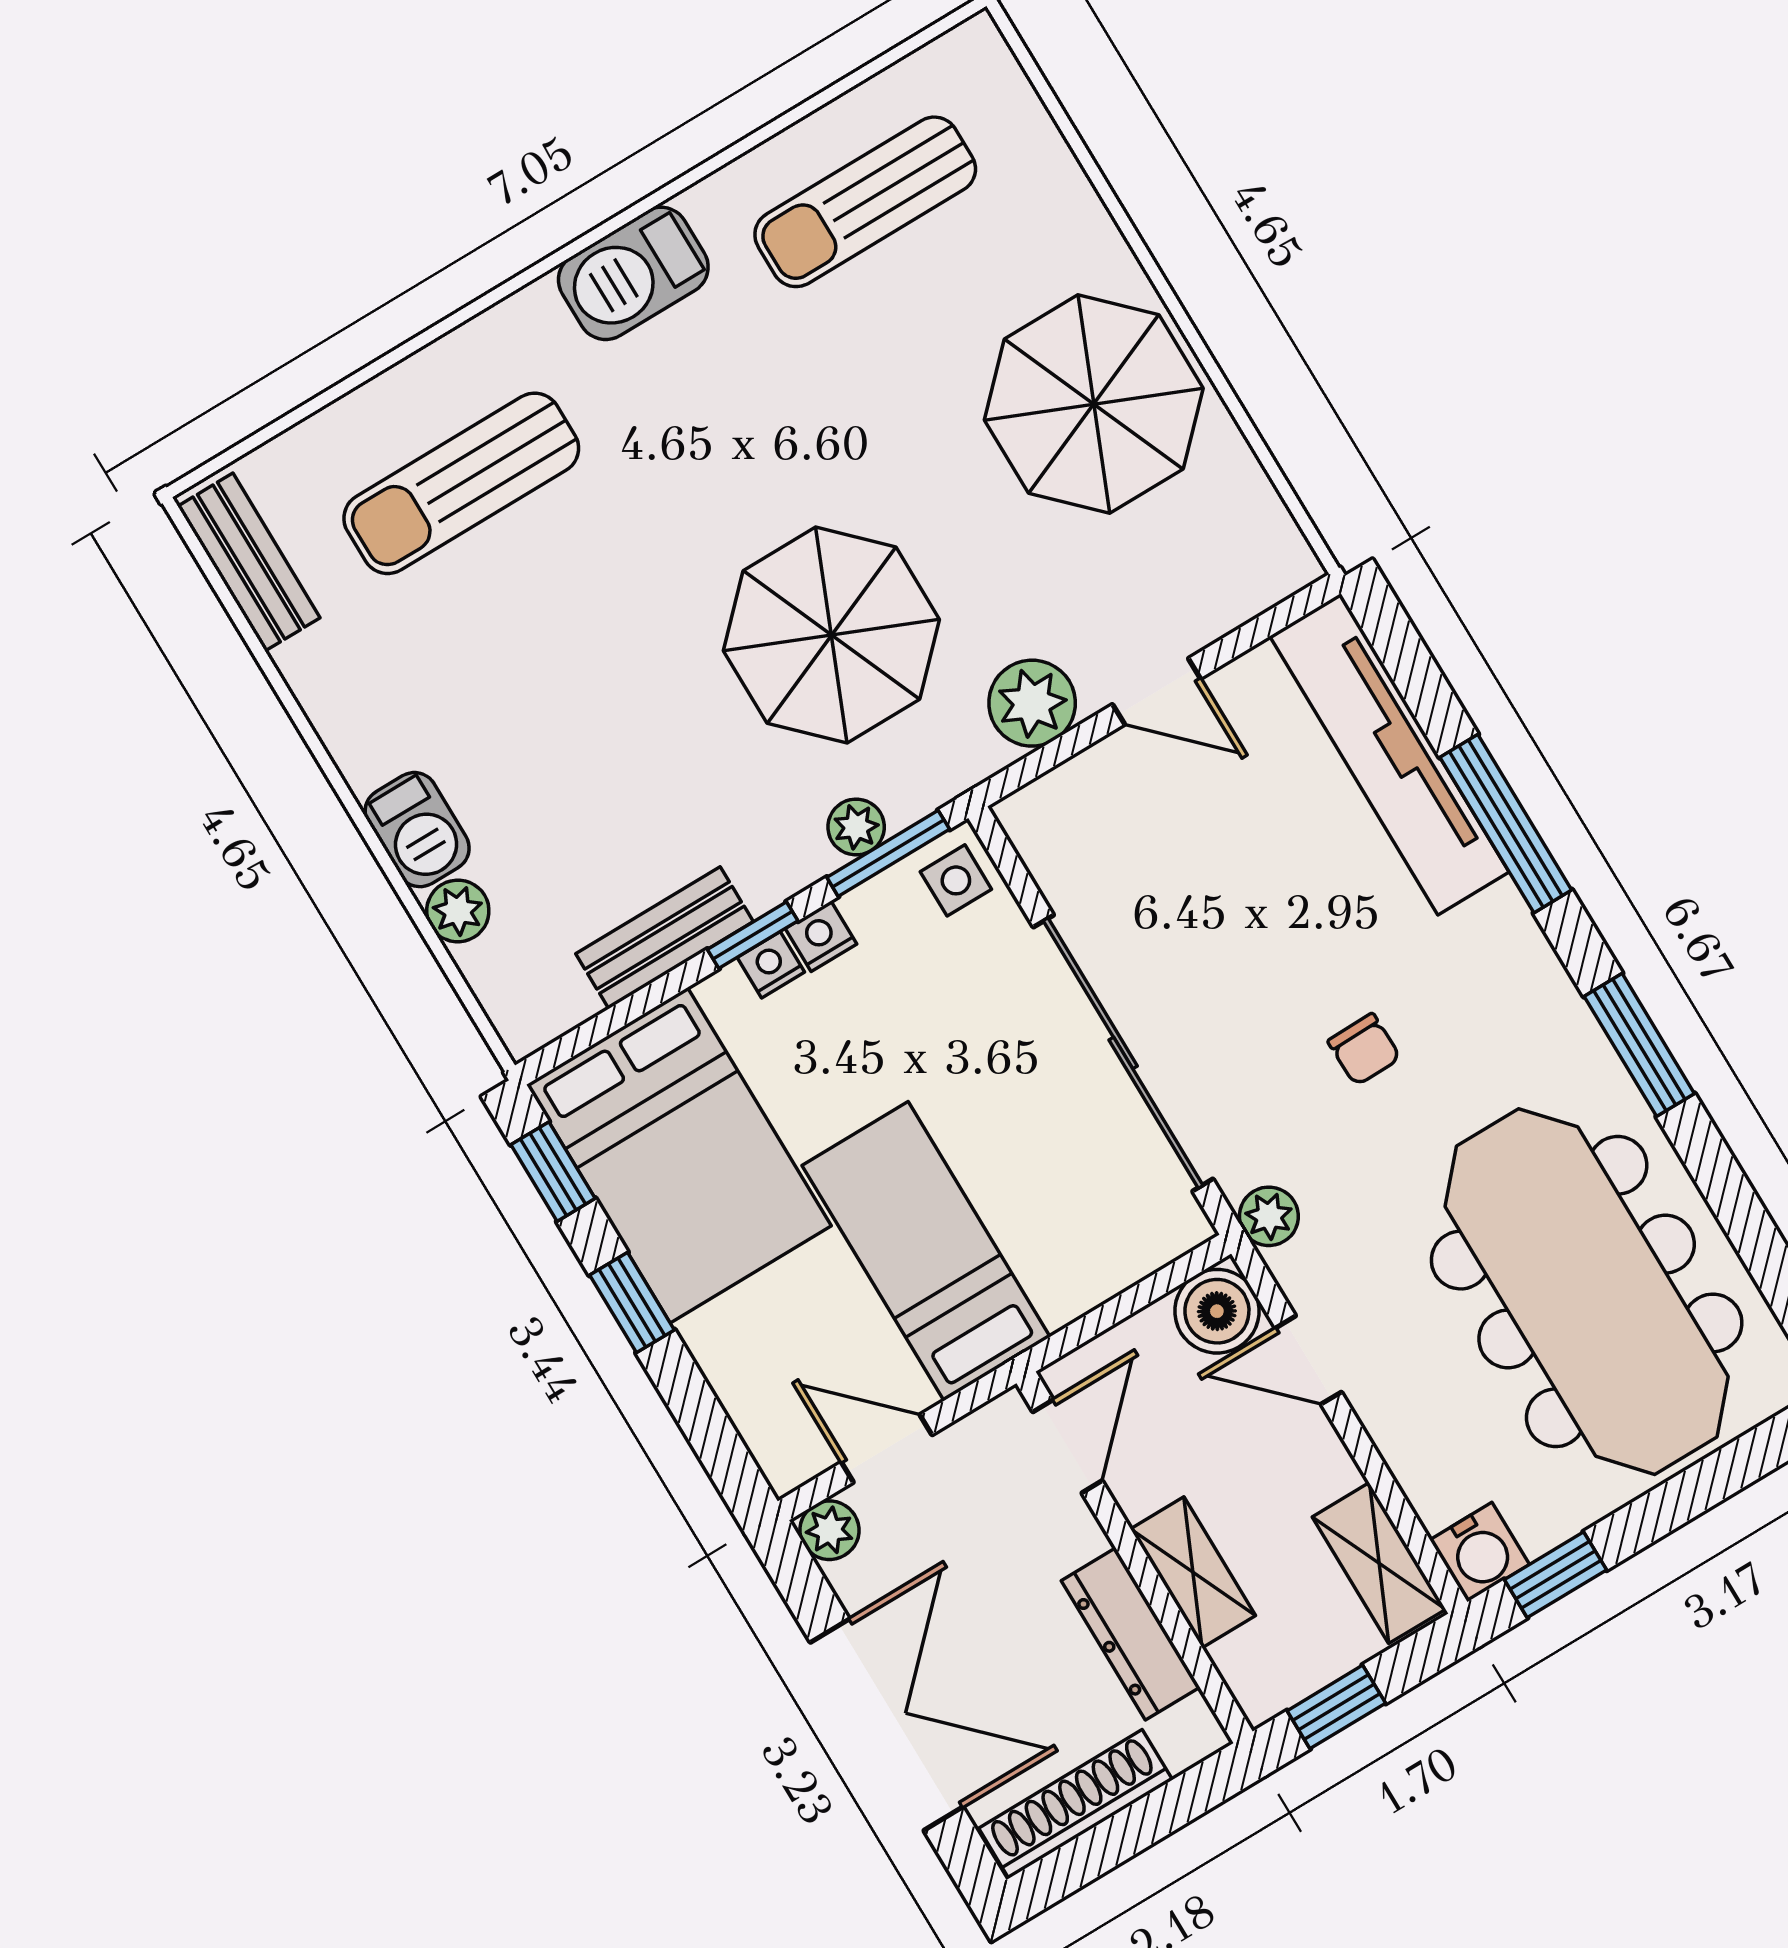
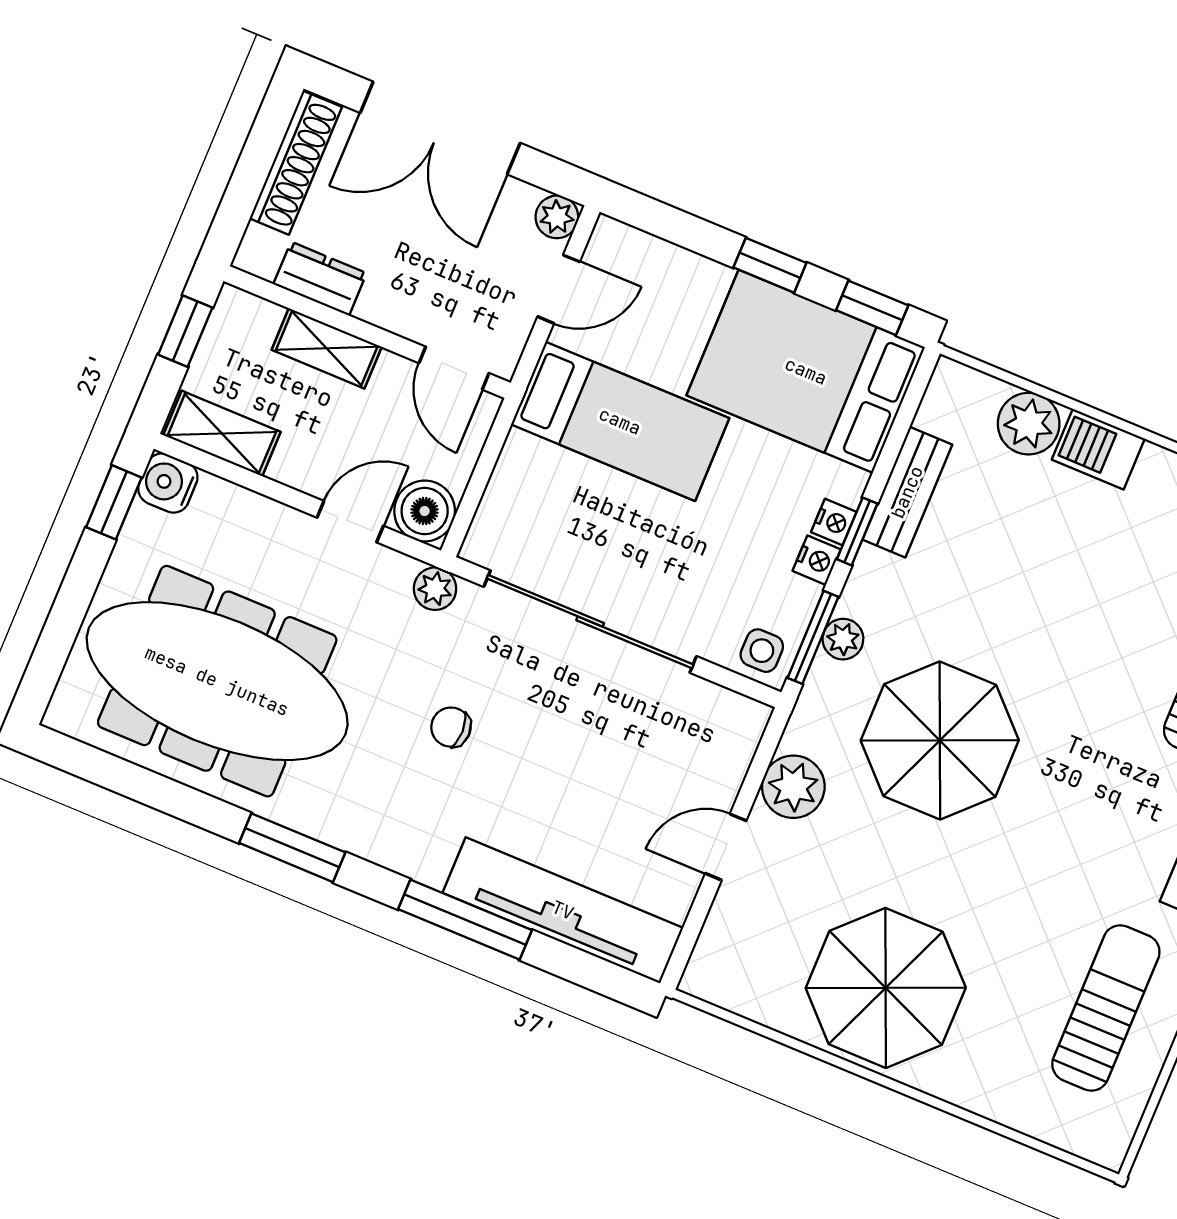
plant: (458, 911) -> (1029, 424), width x1.38, depth x1.38
dresser: (1131, 1634) -> (320, 279), width x0.70

